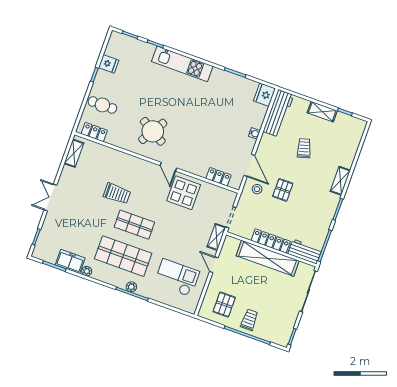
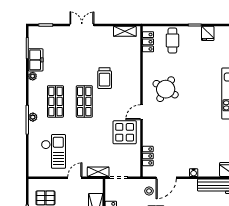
shop shelf: (123, 256) -> (55, 101), width x0.70, depth x0.74

